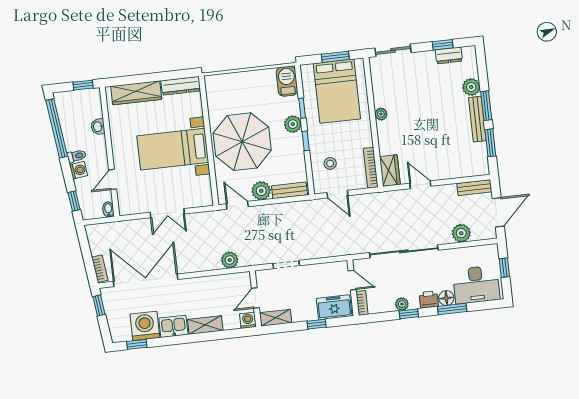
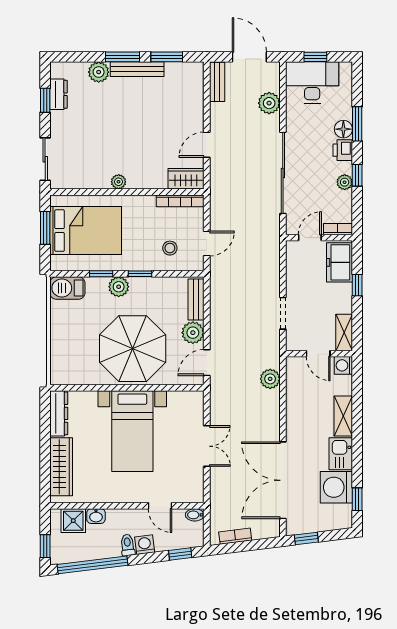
window: (83, 85) -> (45, 546), moved
shower: (92, 108) -> (73, 521), added
bookcase: (100, 269) -> (235, 536), moved
desk: (476, 285) -> (312, 82), moved, turned -90

